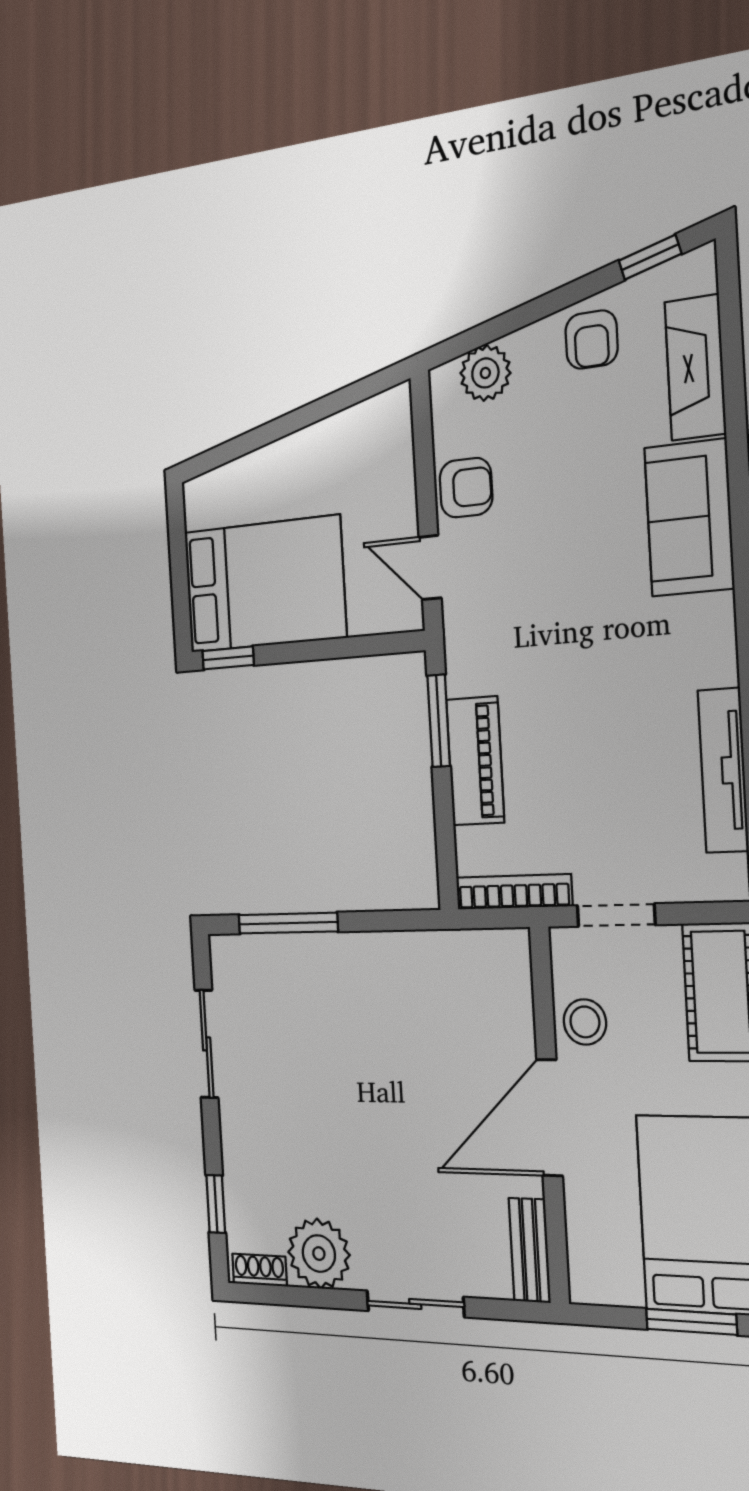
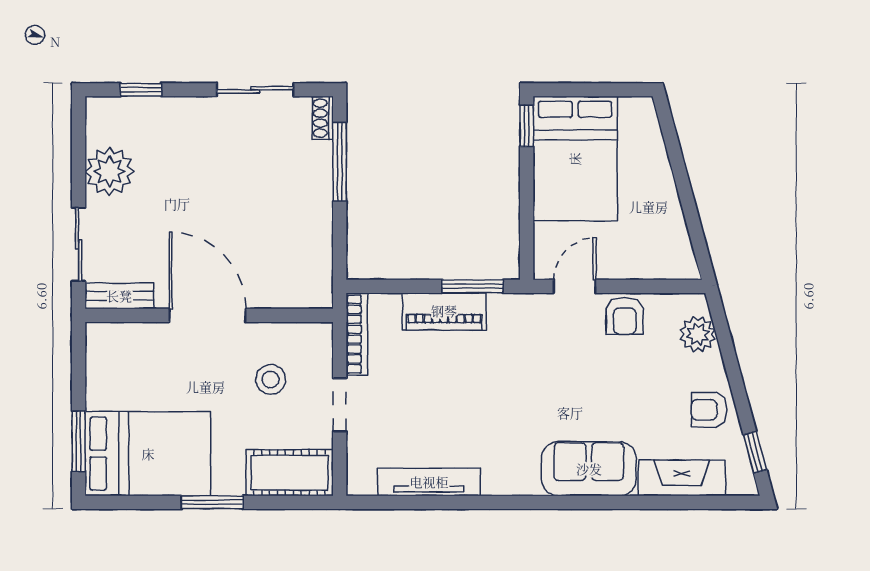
wall: (549, 1115) -> (209, 315), moved
door: (550, 1118) -> (208, 315), moved
bench: (530, 1250) -> (119, 296), moved
shoe rack: (259, 1270) -> (323, 118), moved, turned 180

